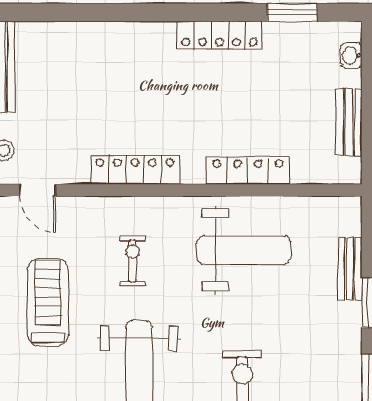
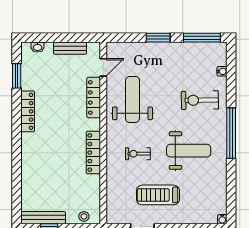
door: (38, 190) -> (103, 67), moved
bench: (350, 269) -> (142, 48), removed

